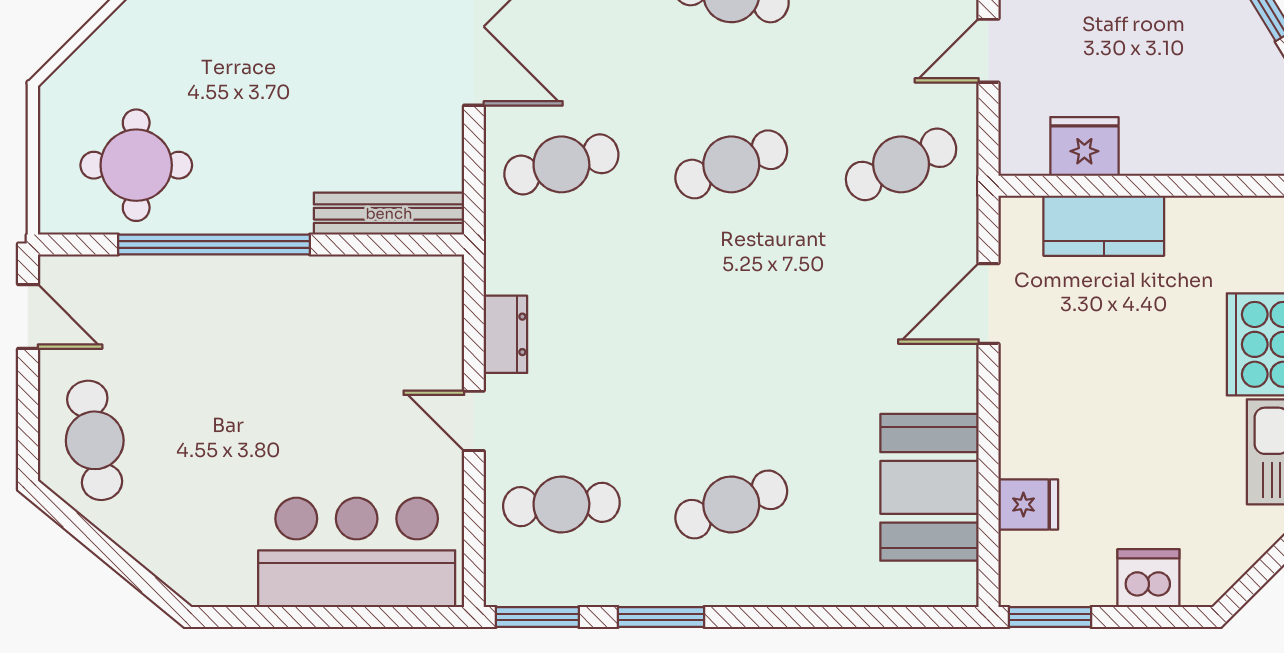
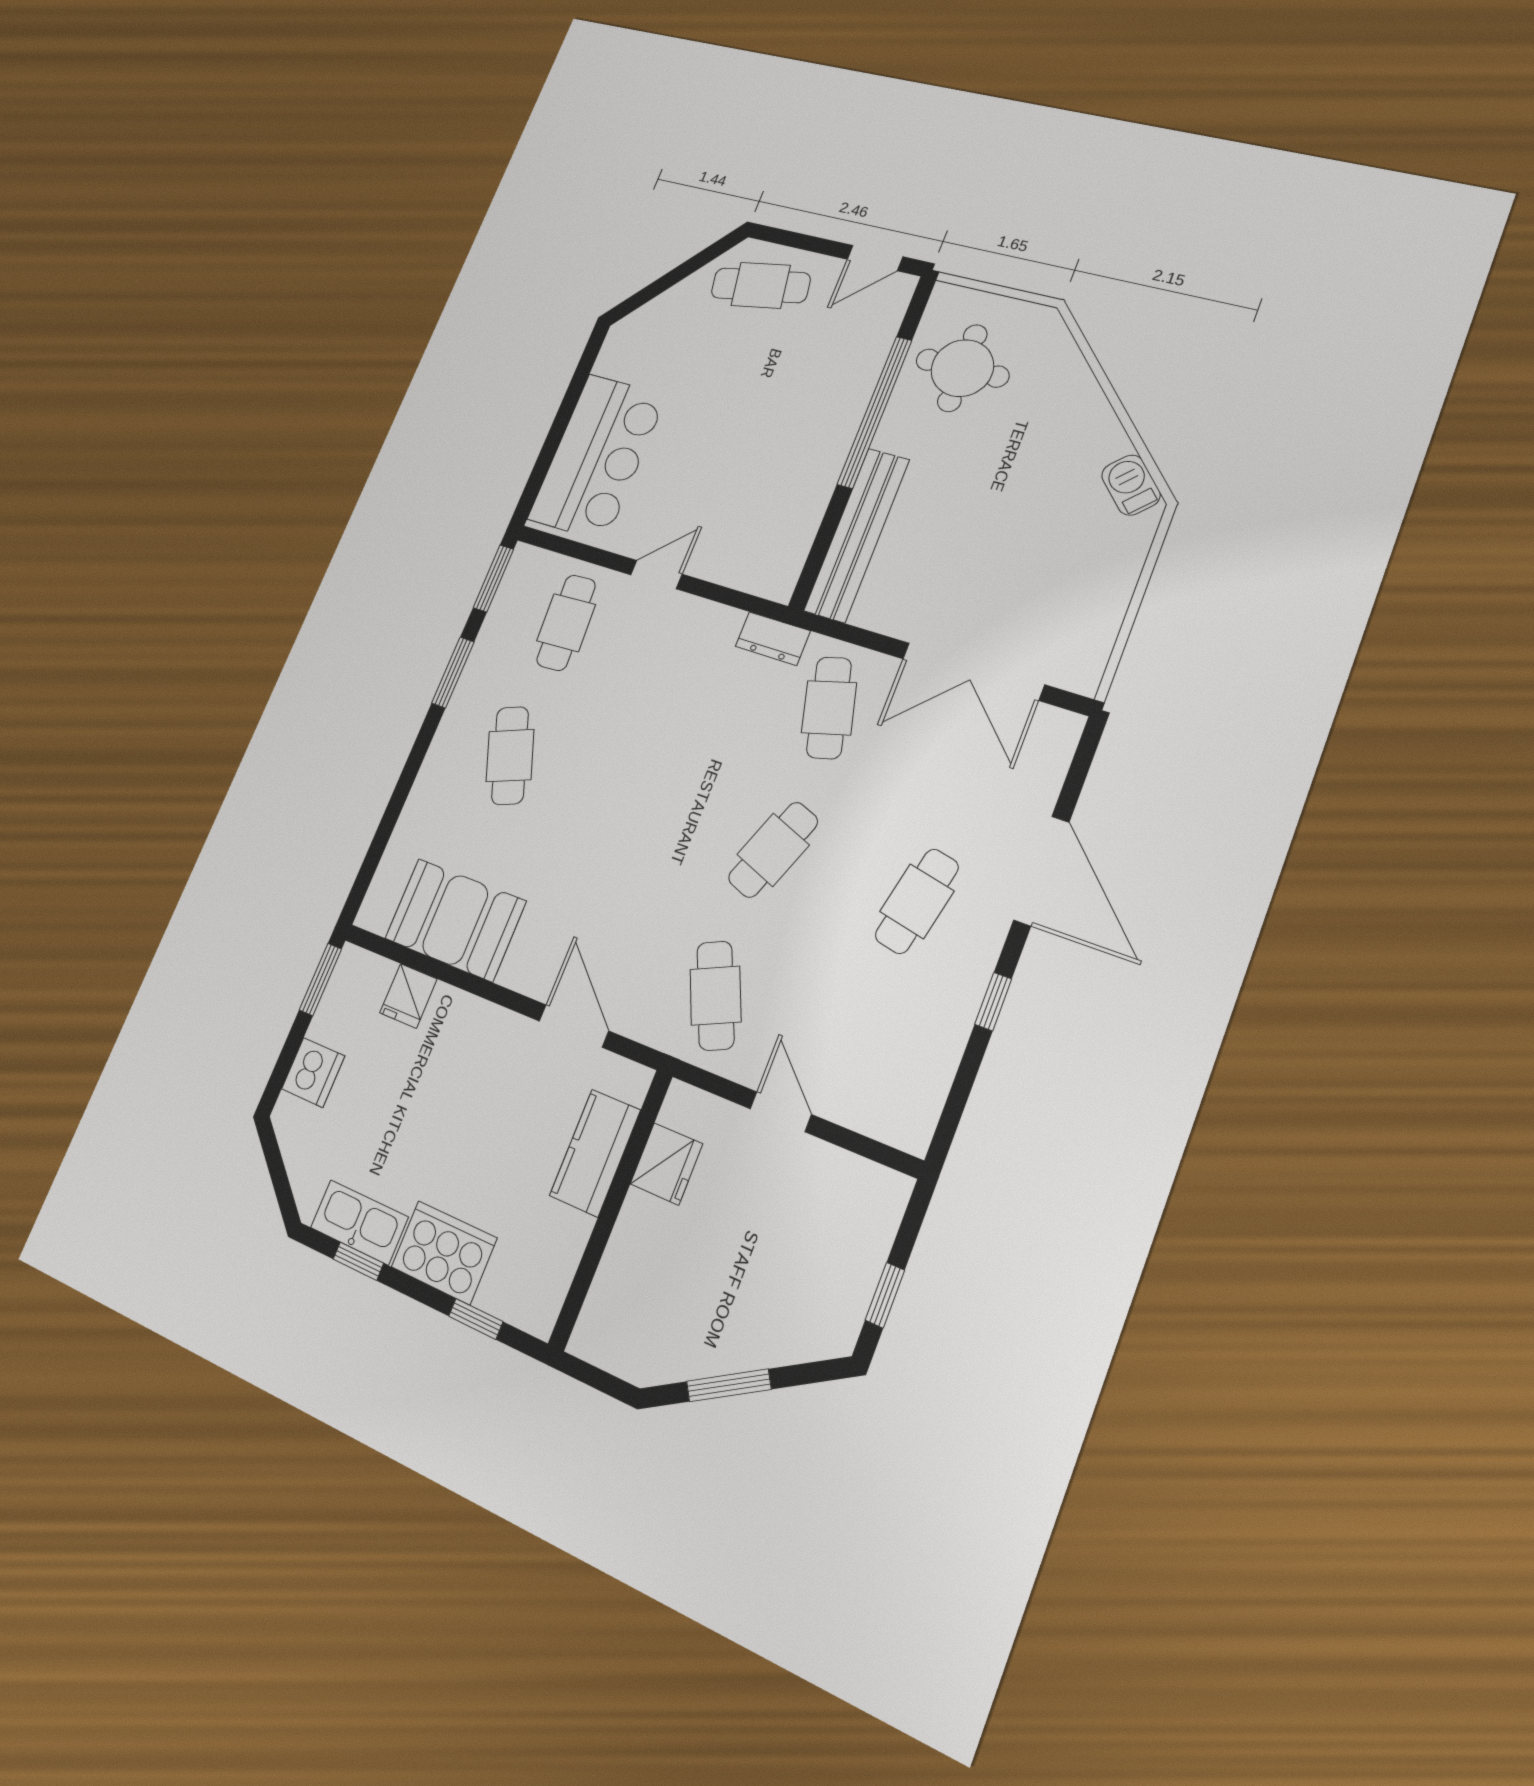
cafe table: (731, 164) -> (773, 850), turned 42
bench: (389, 214) -> (857, 535), width x1.37, depth x1.21
dresser: (505, 334) -> (773, 639), moved

